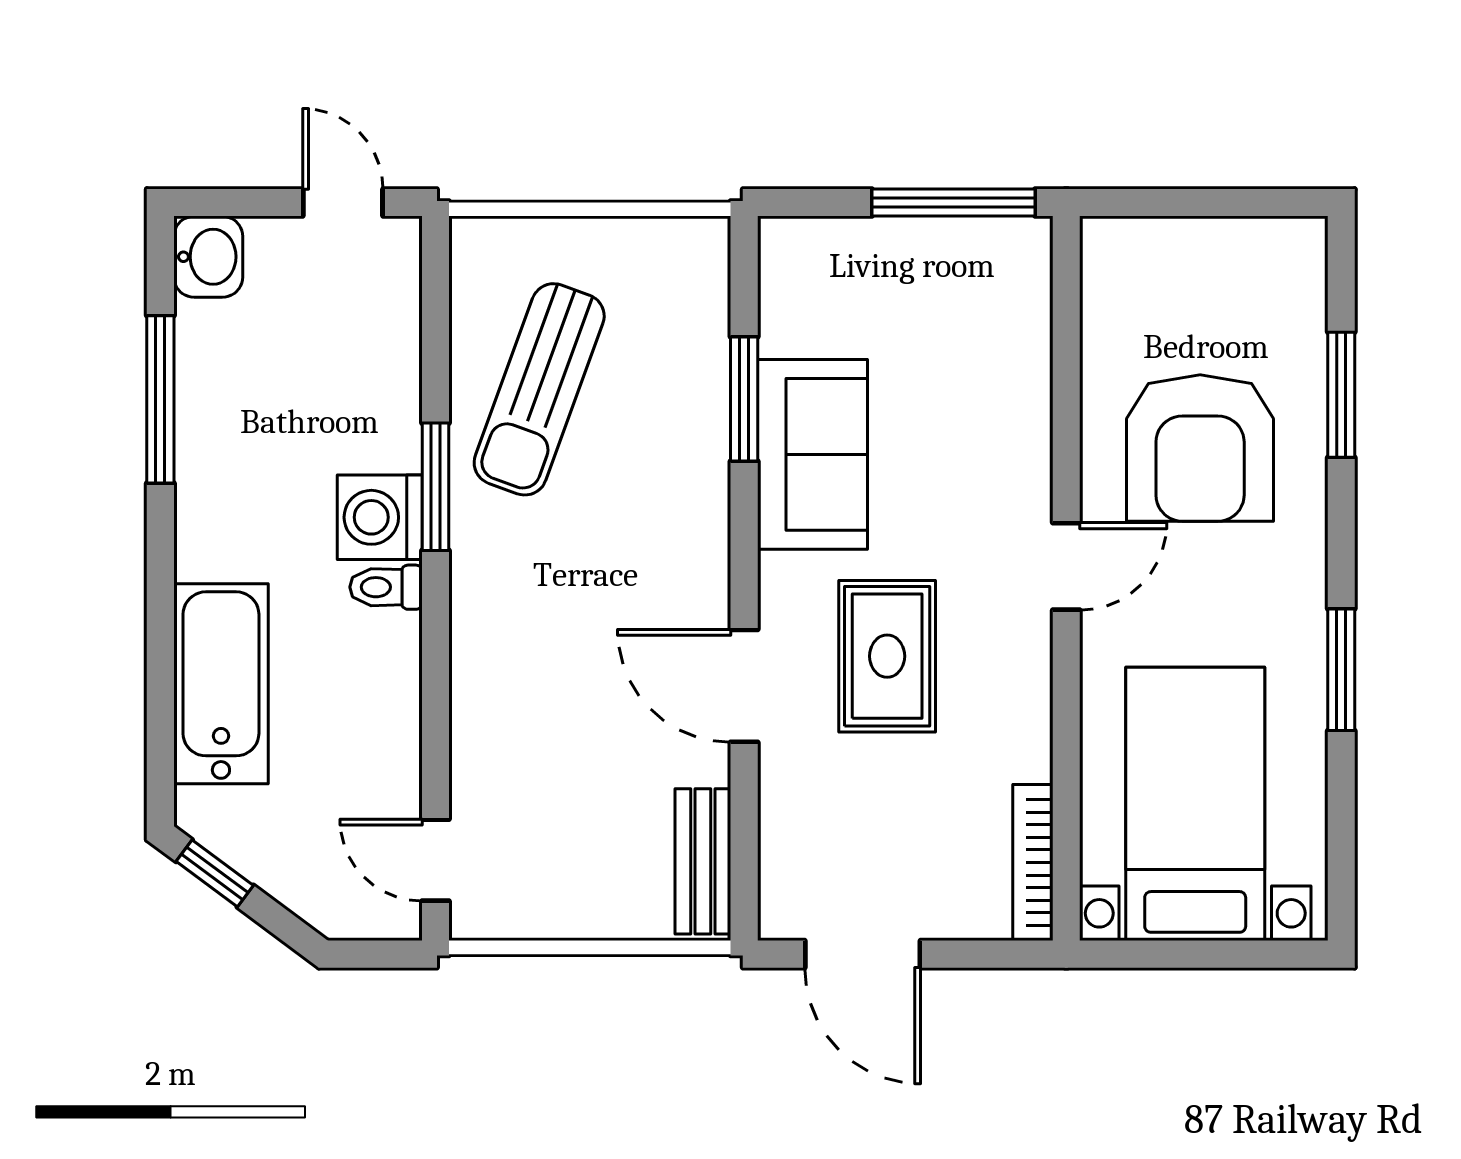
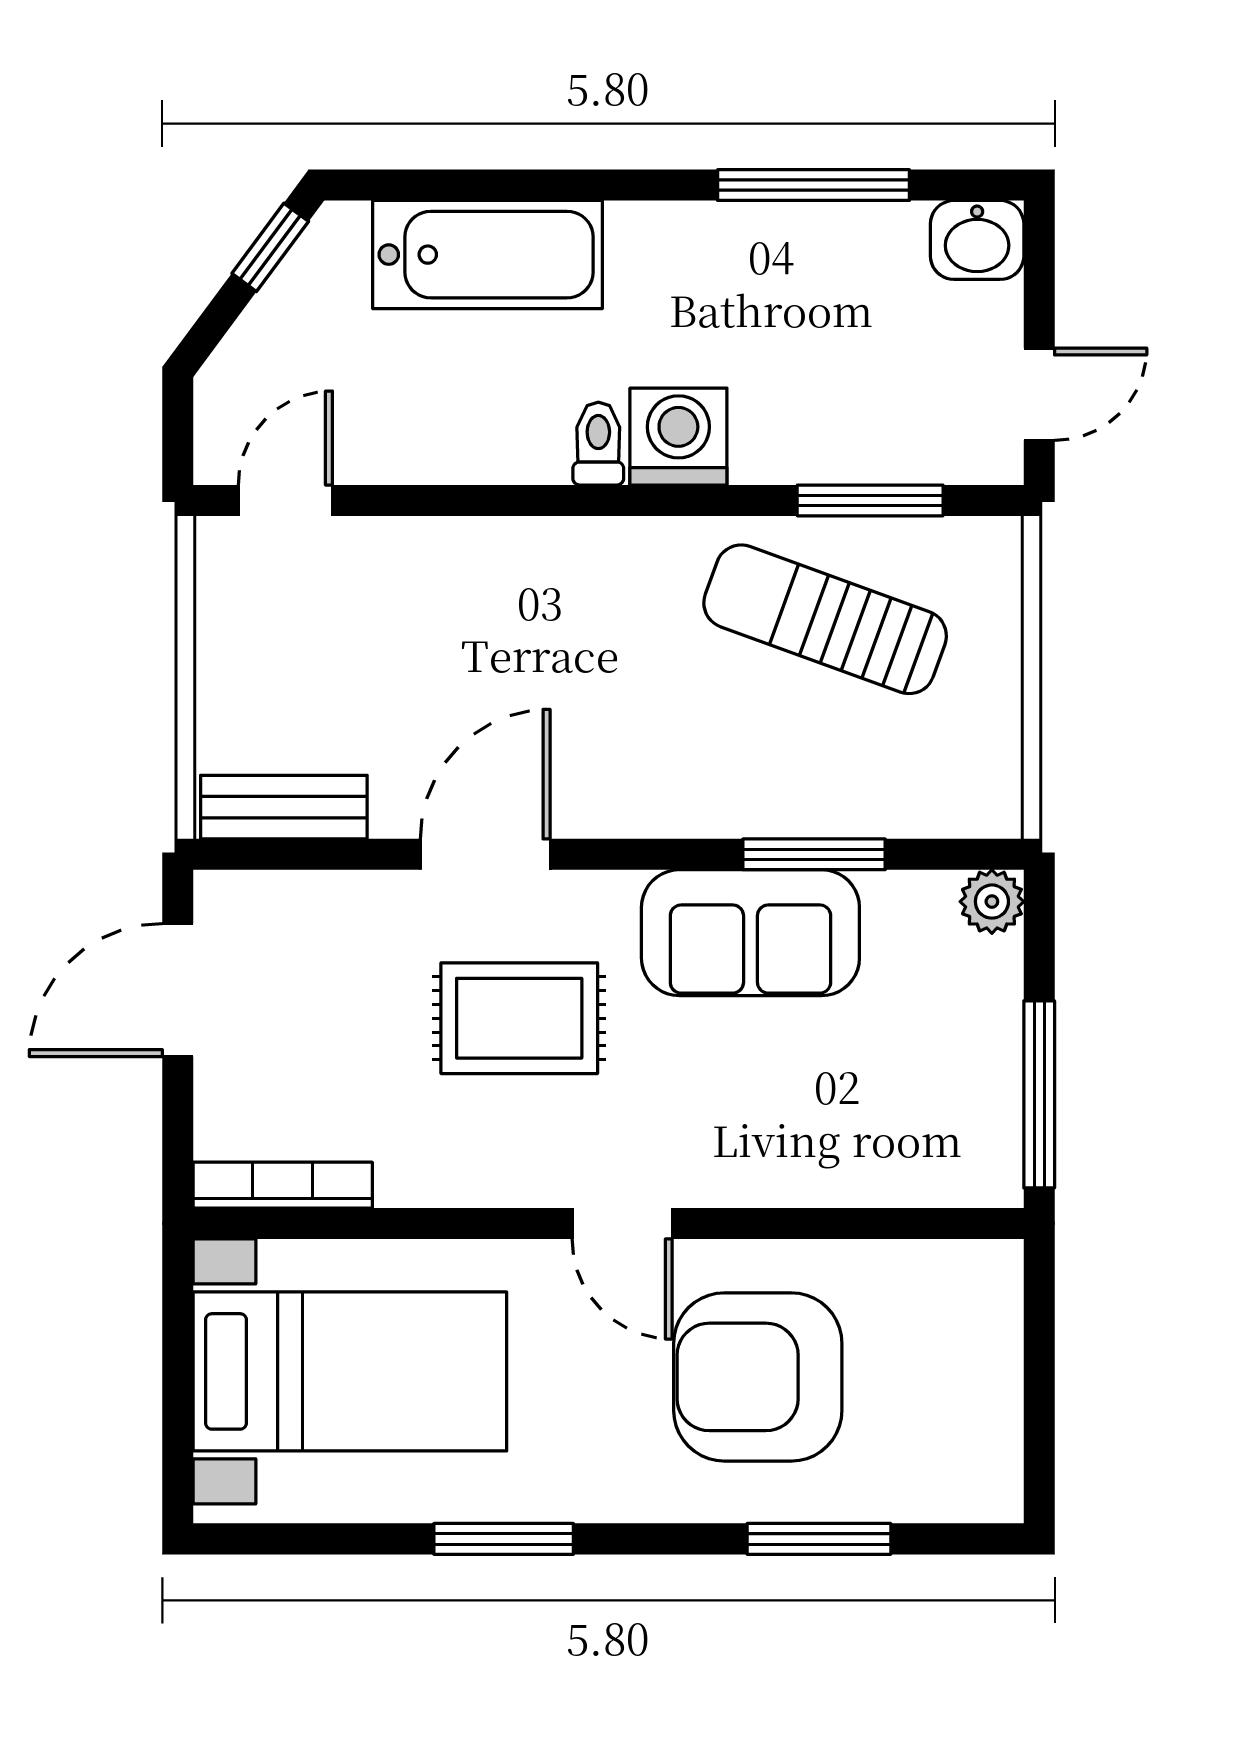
plant: (785, 244) -> (992, 902), added
window: (435, 487) -> (870, 500), moved

